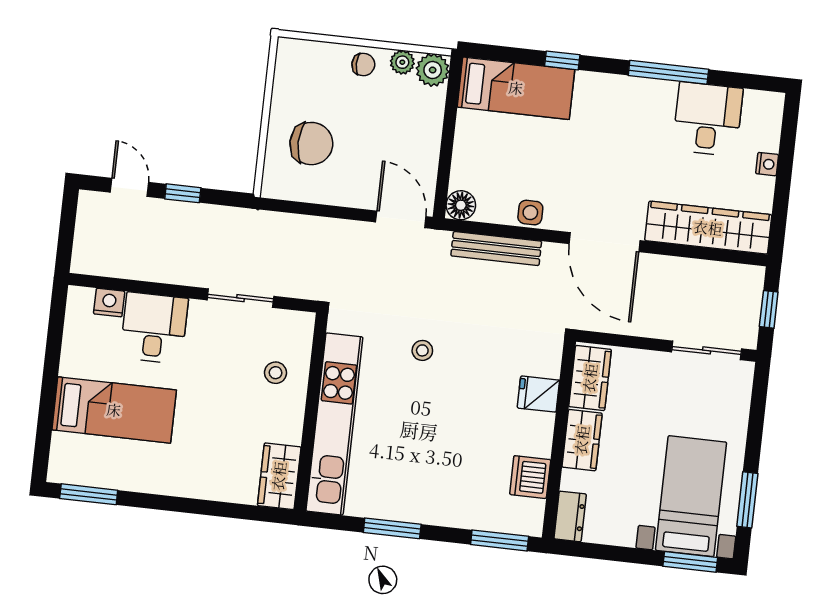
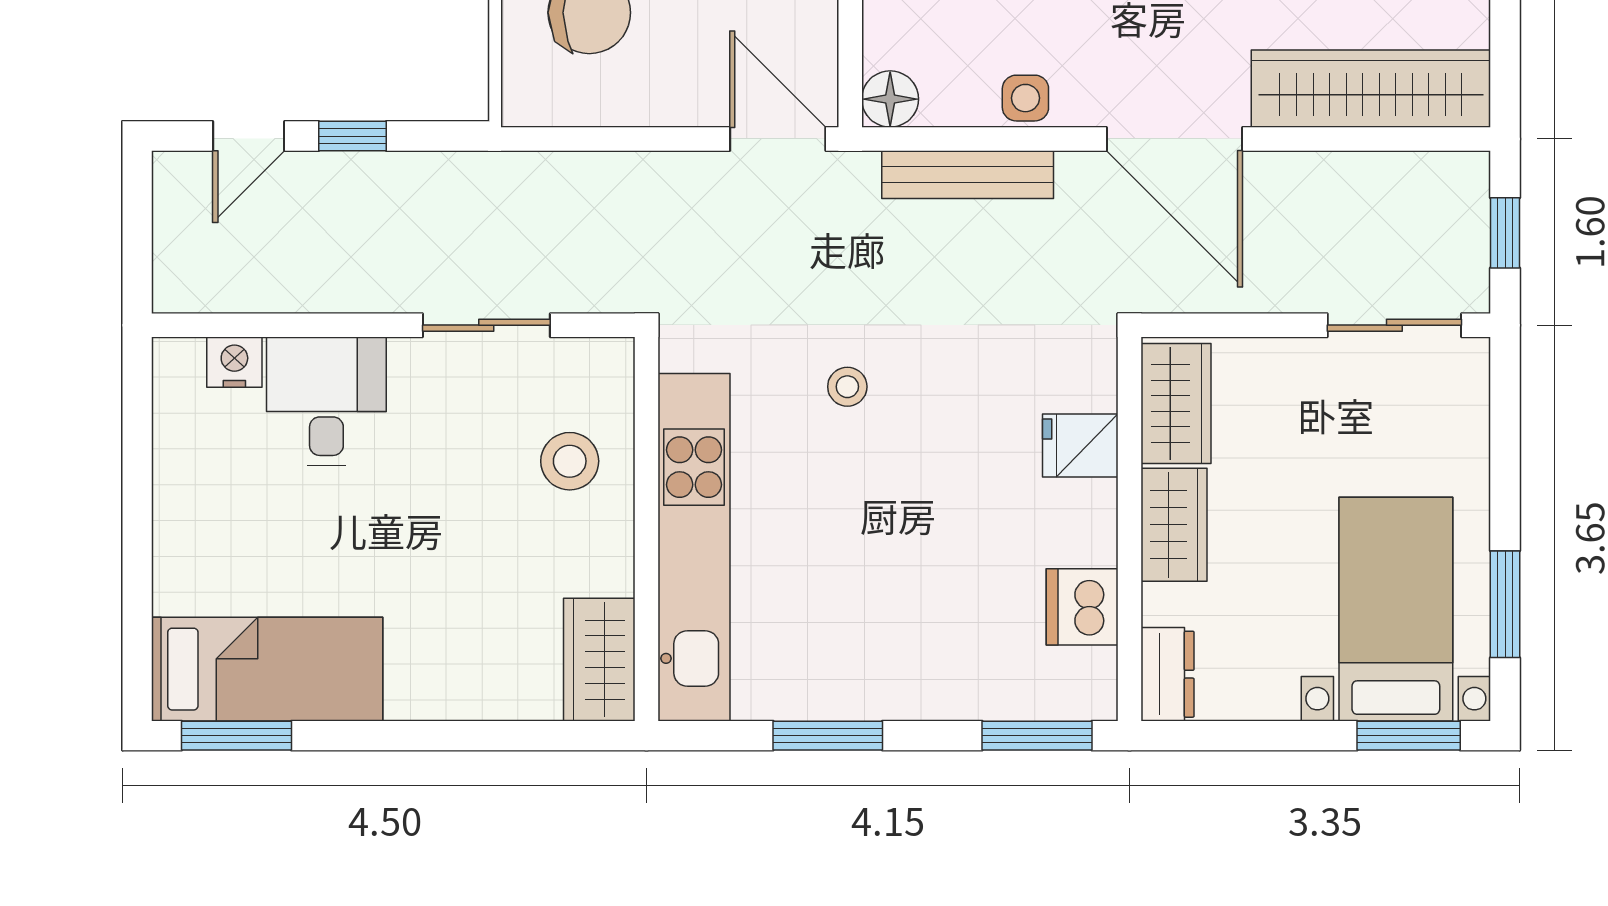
door: (129, 187) -> (249, 136), swing flipped
stool: (276, 373) -> (570, 461), width x1.37, depth x1.37
bed: (114, 410) -> (267, 669), moved

